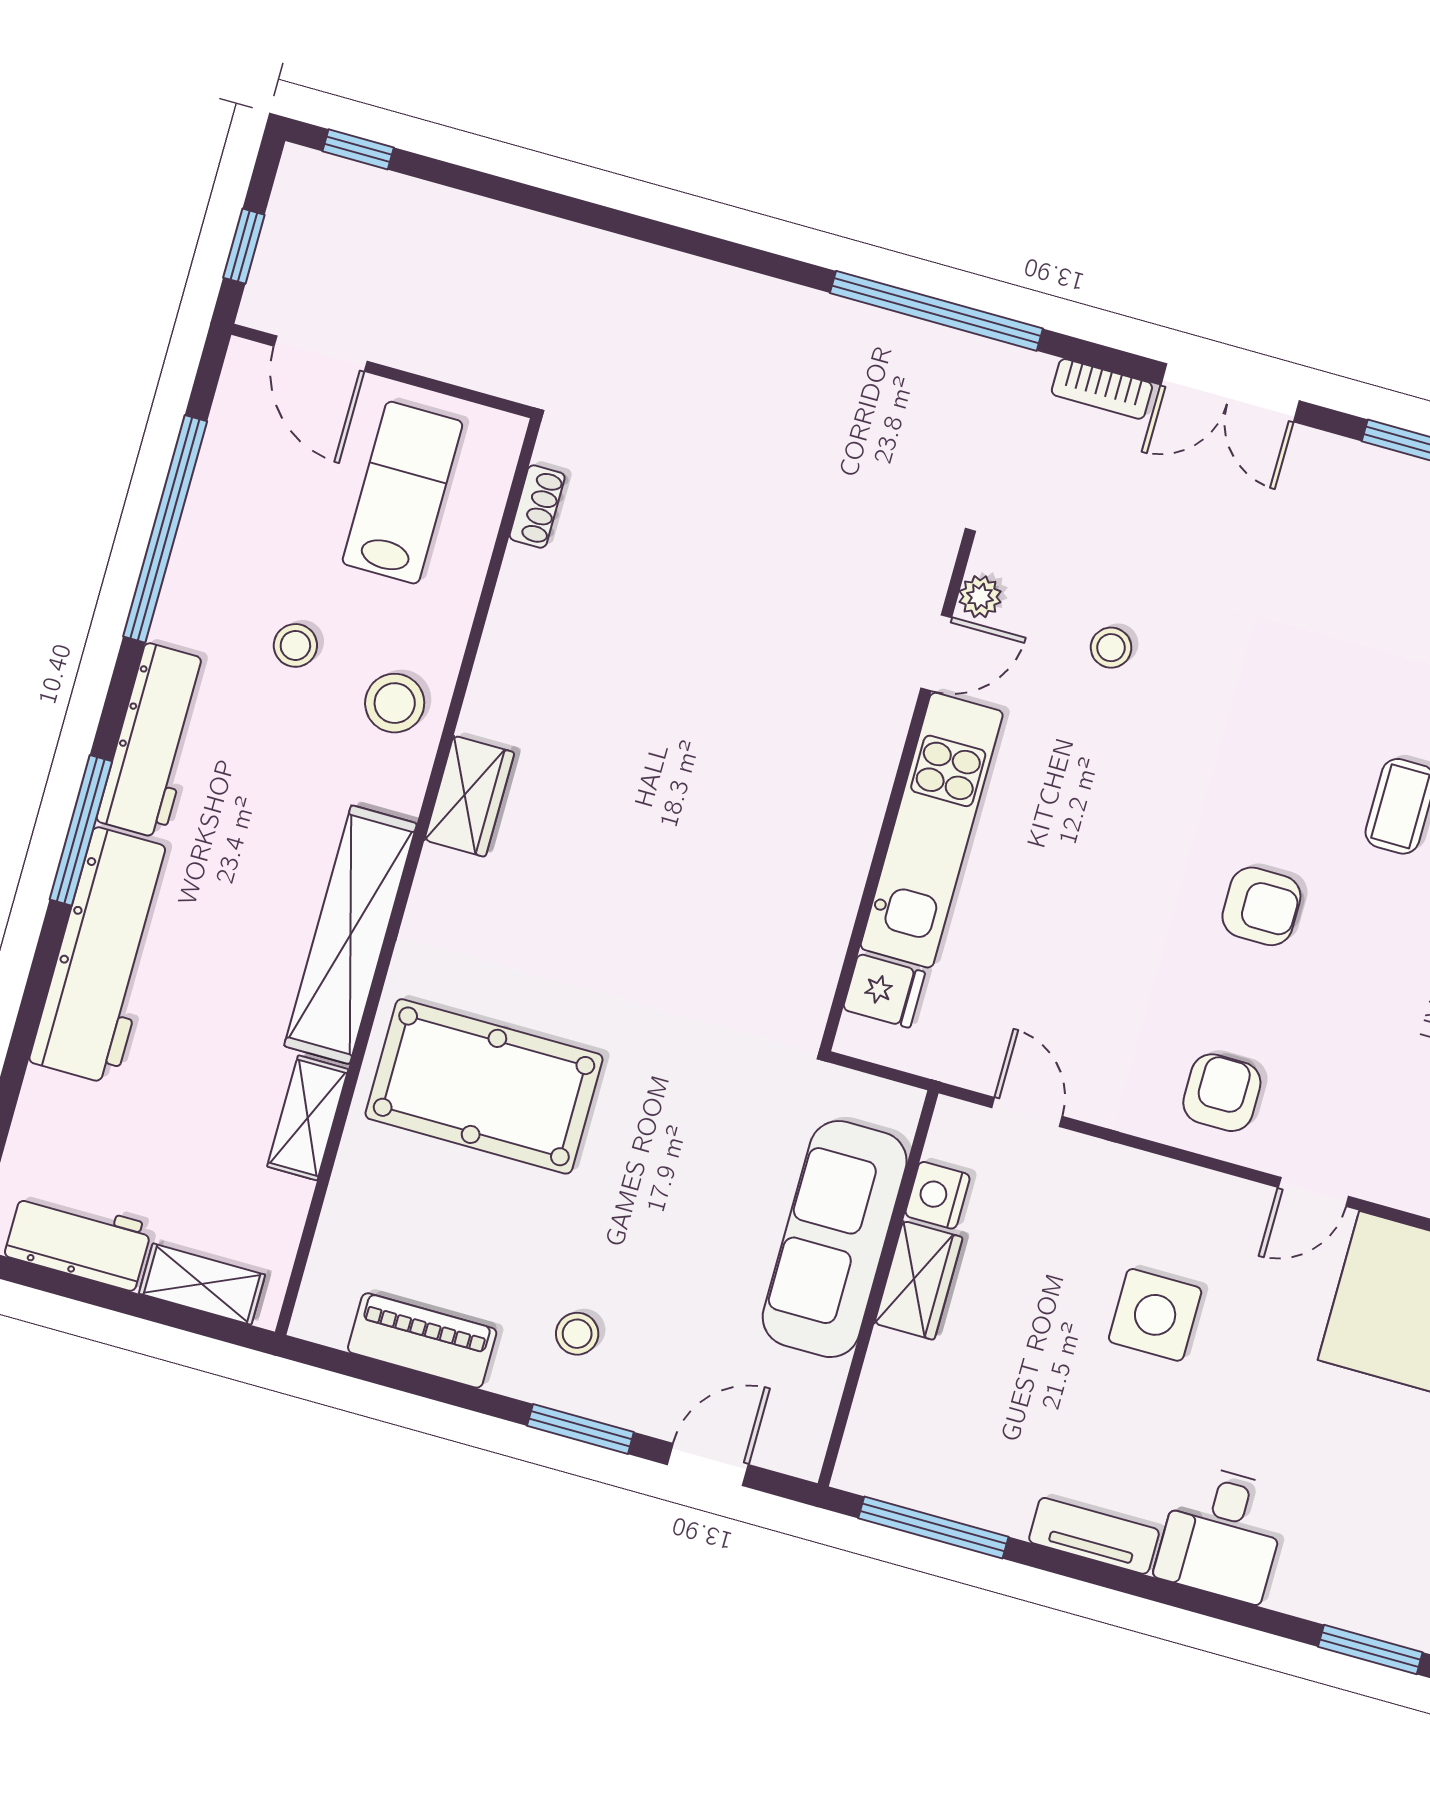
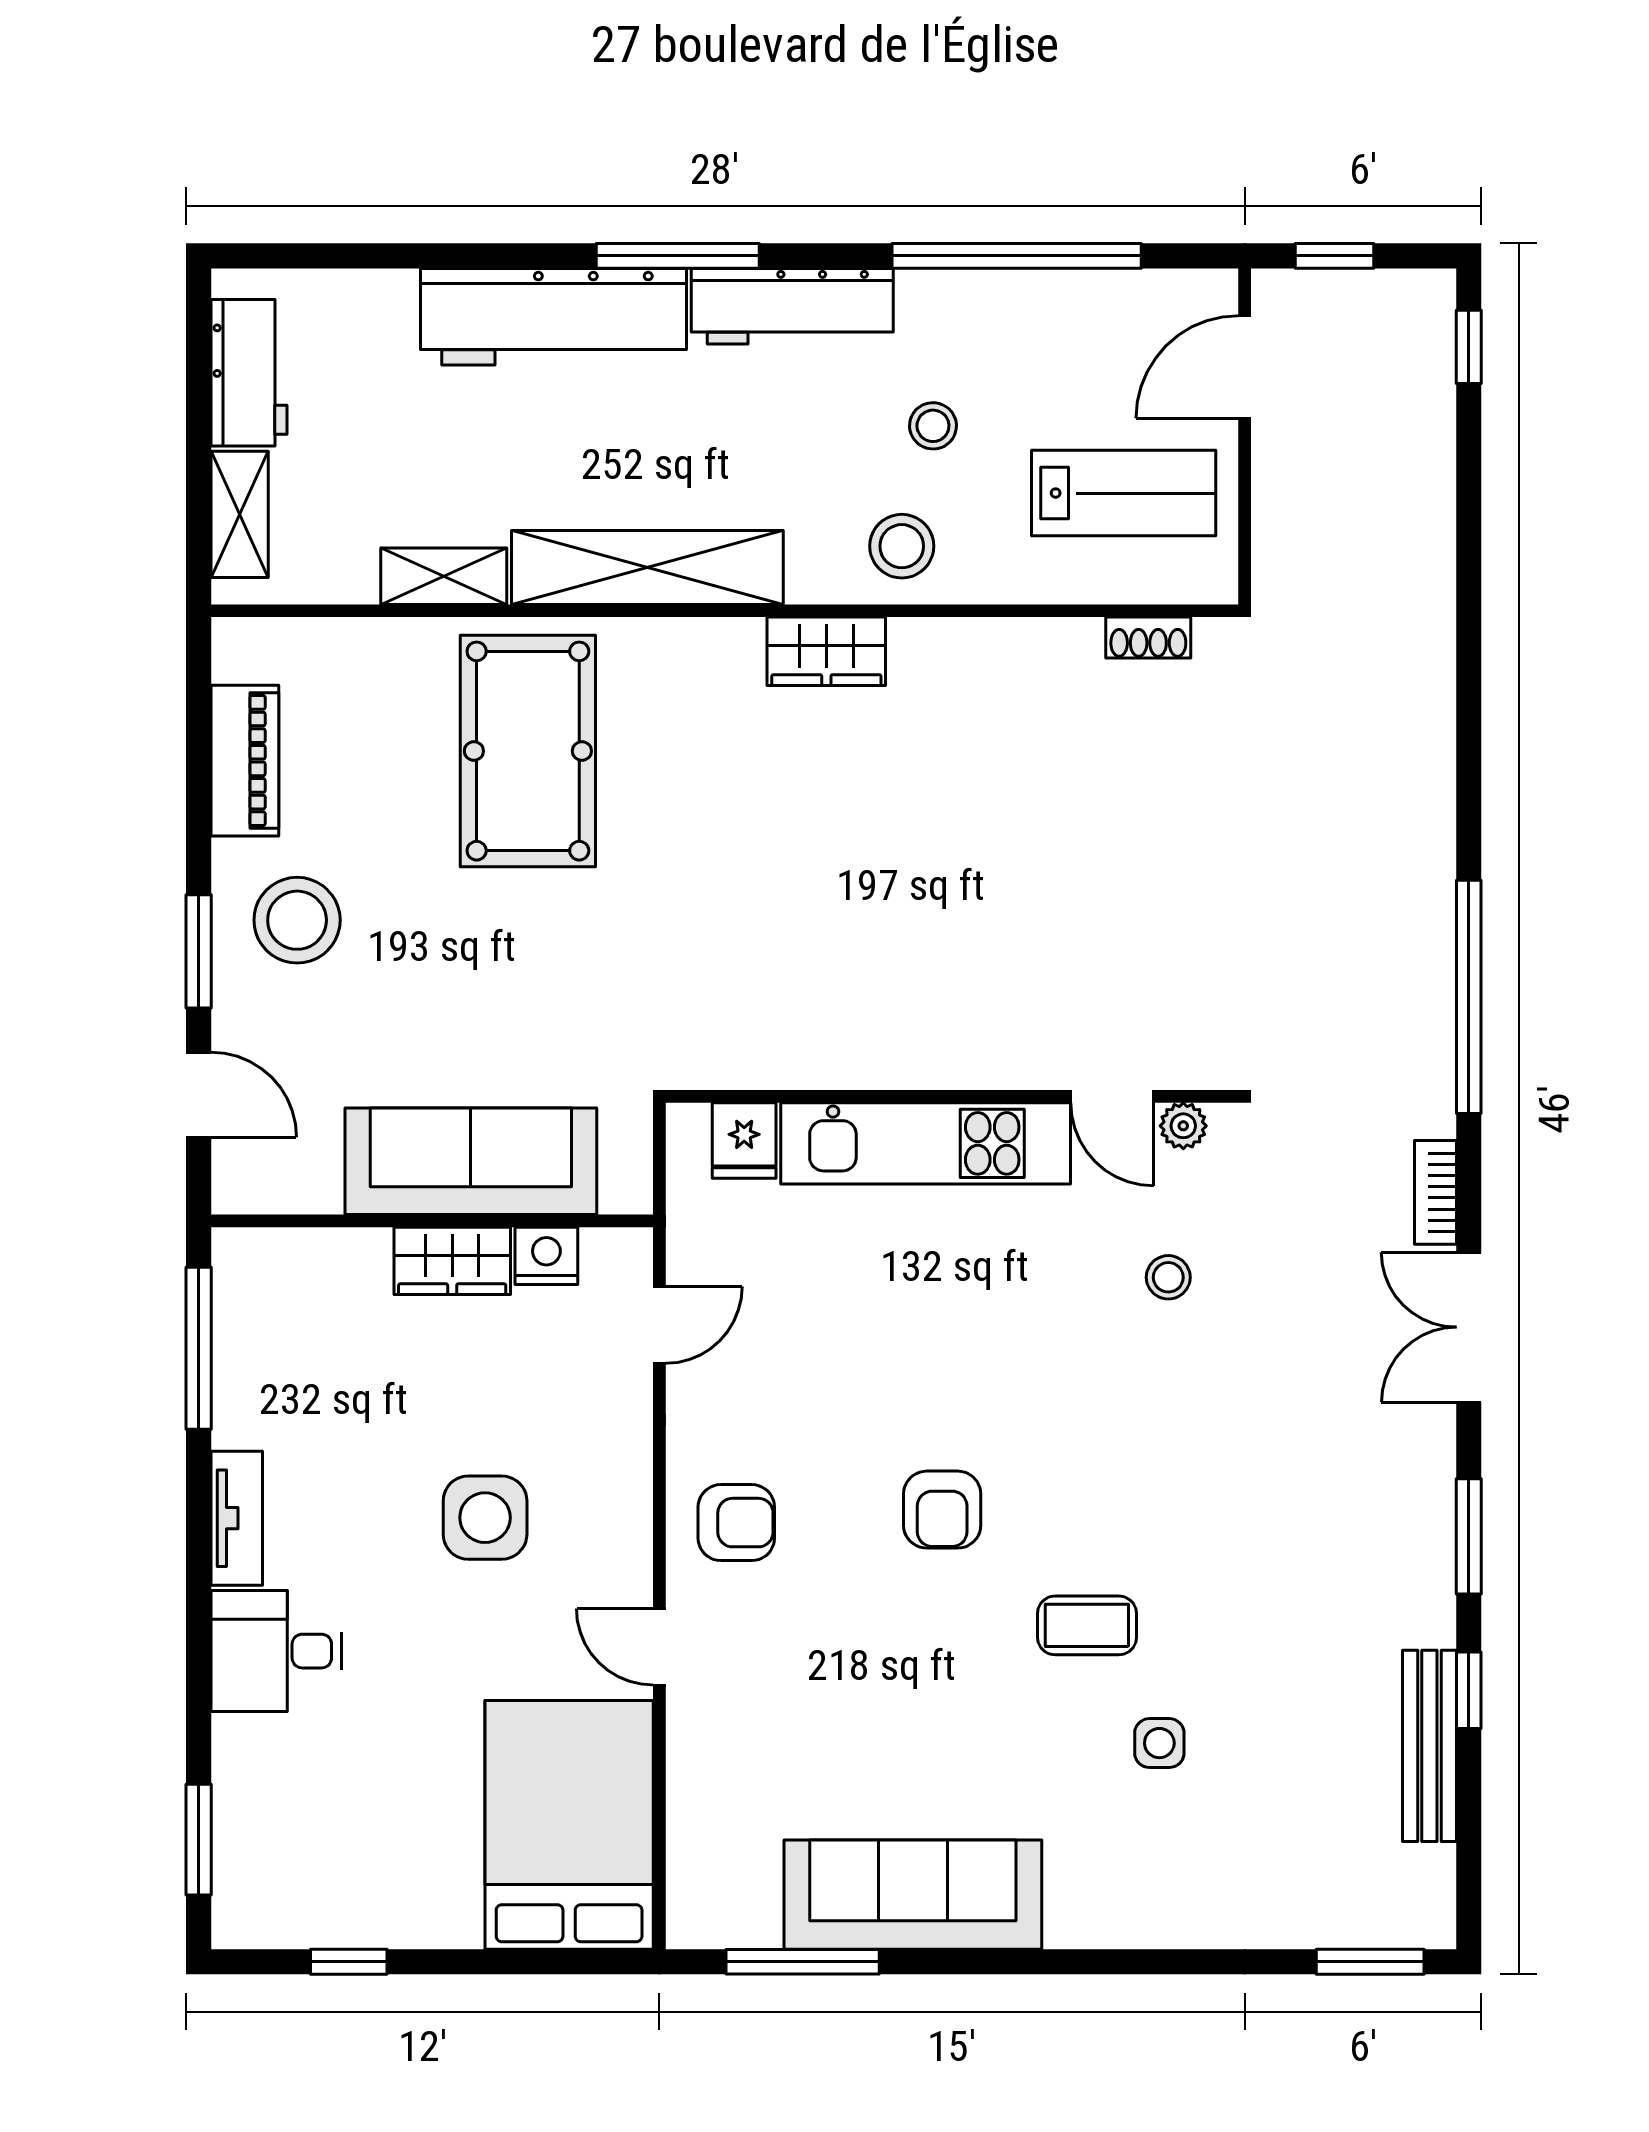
stool: (577, 1334) -> (297, 920), width x1.89, depth x1.89

